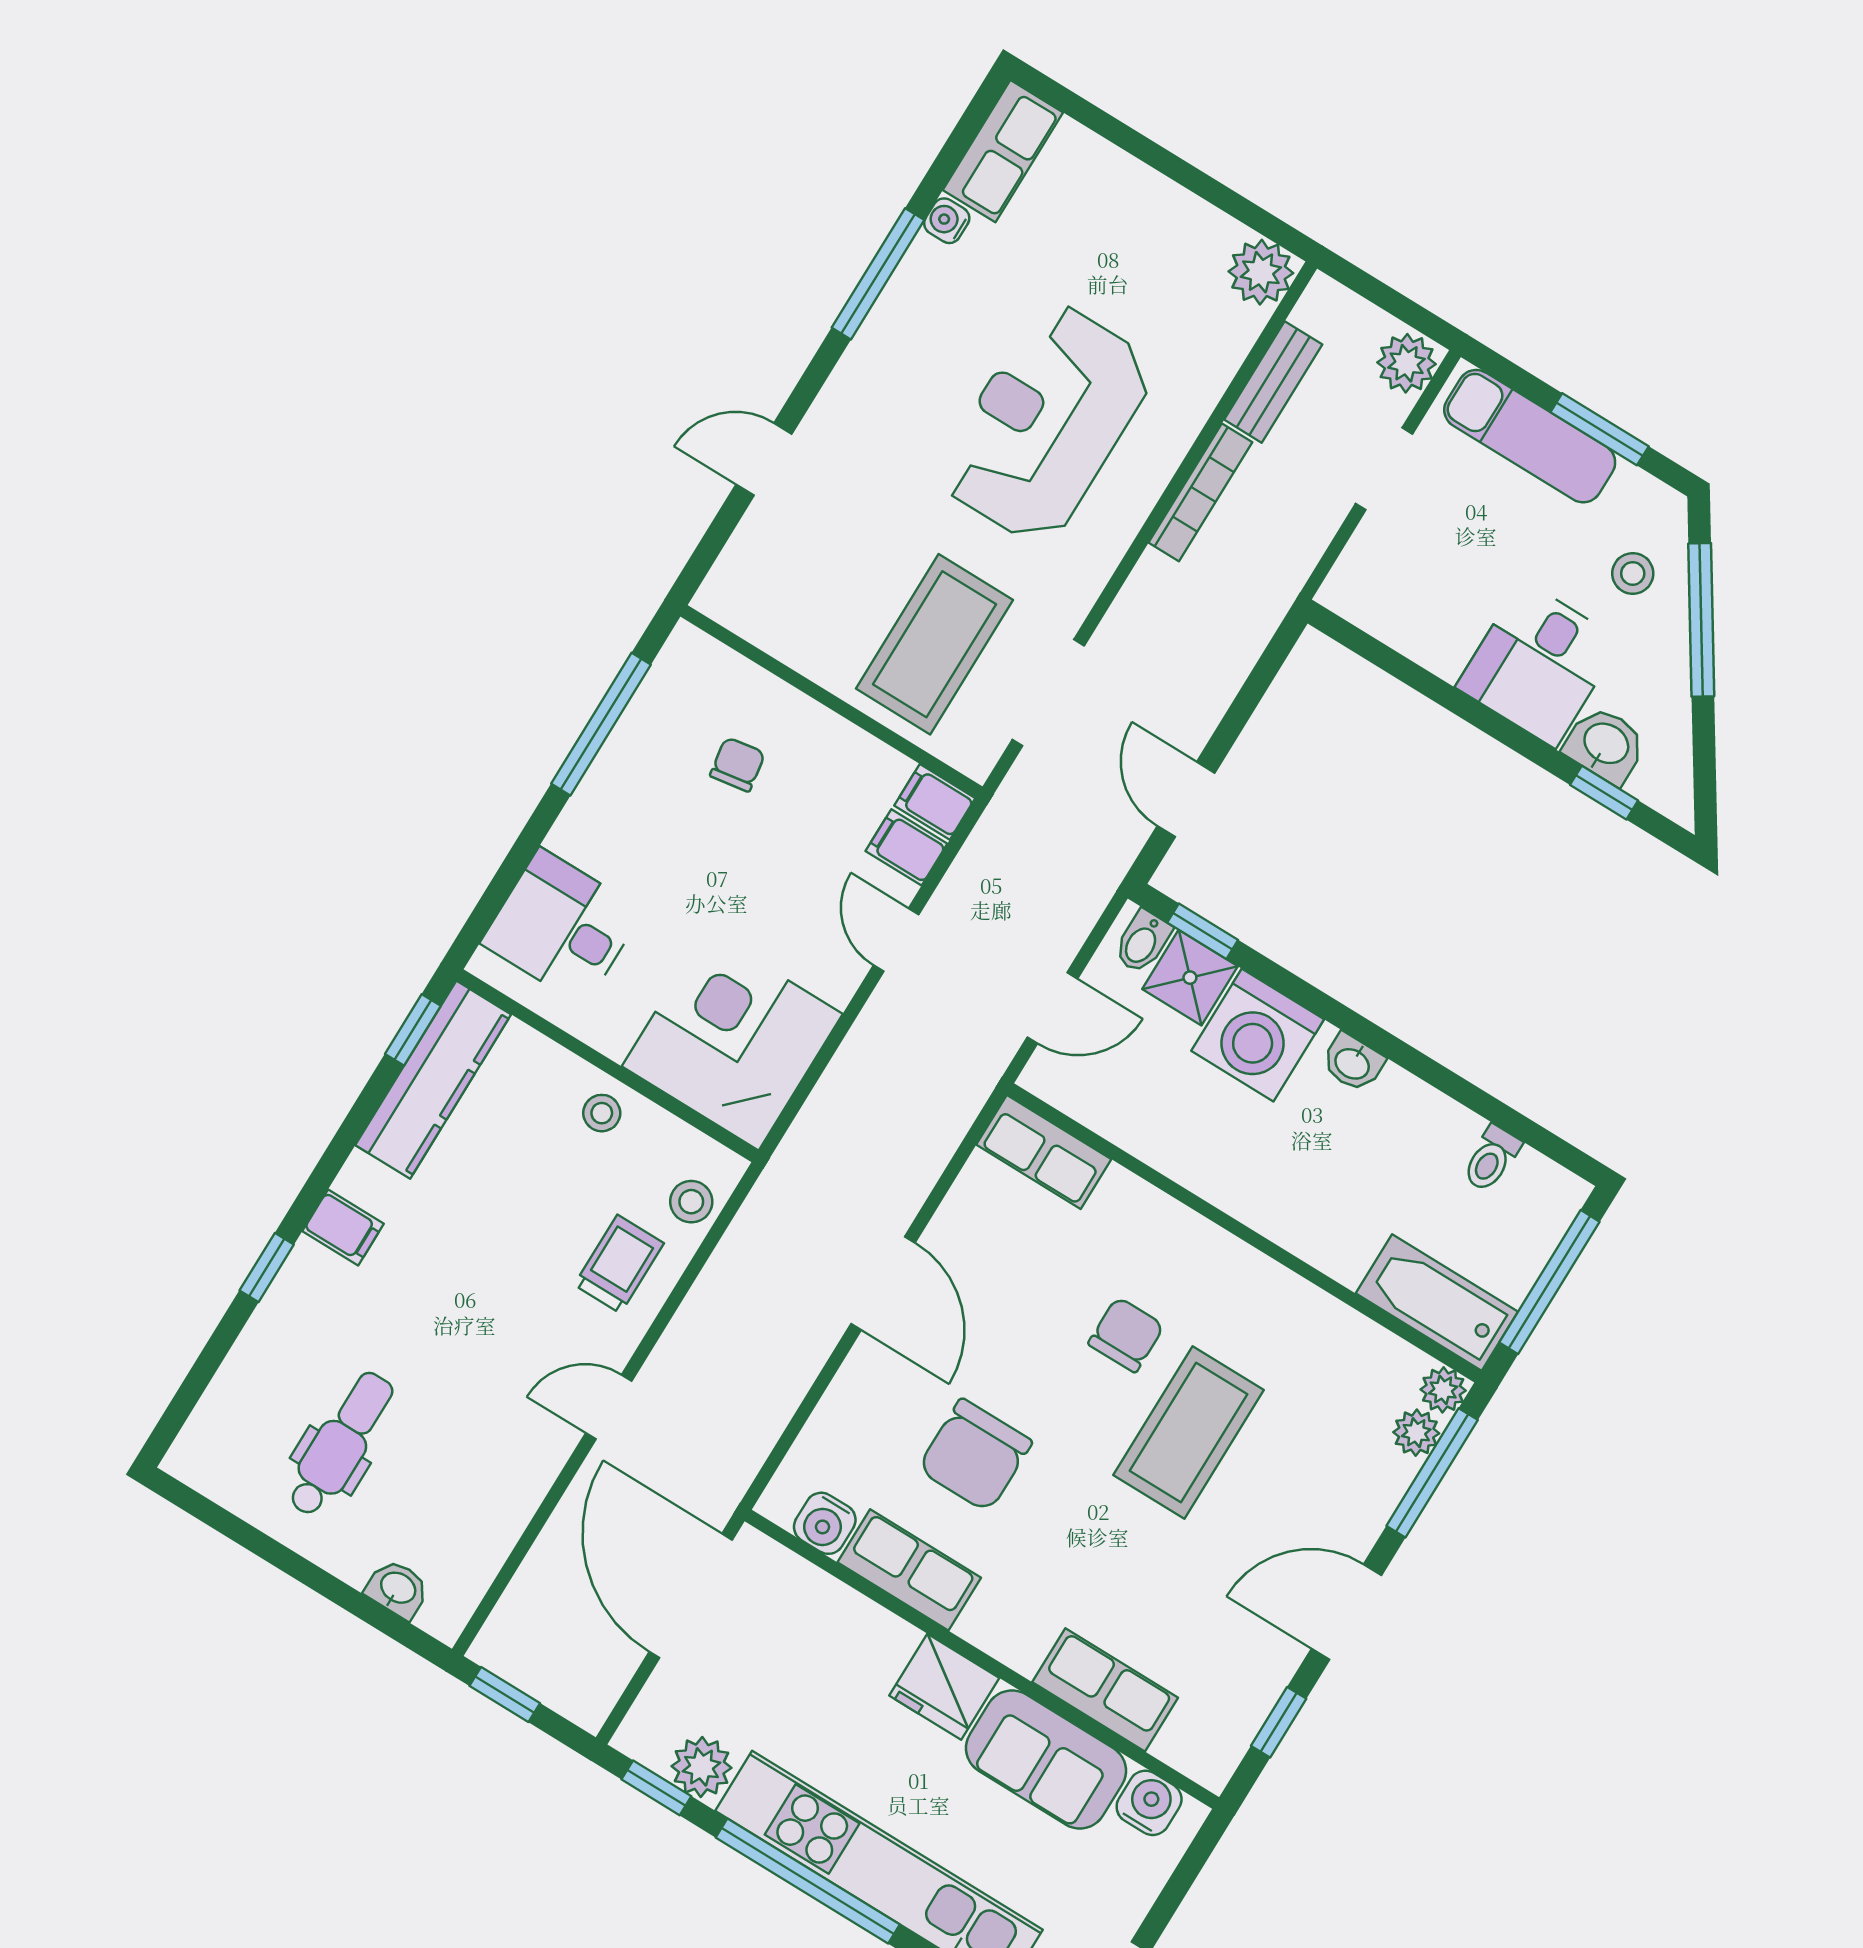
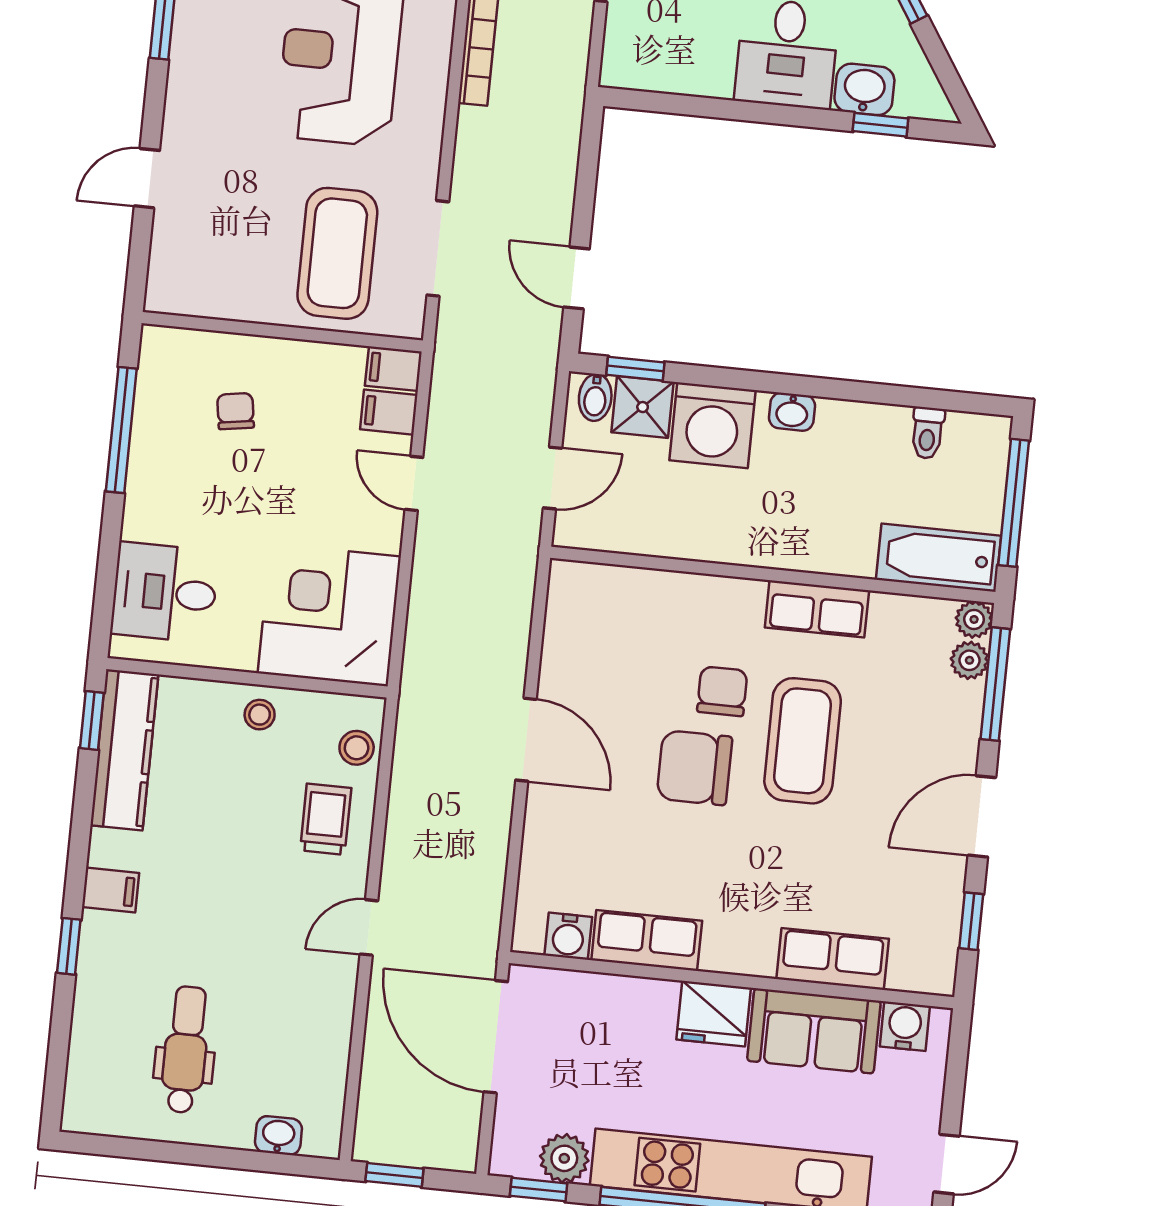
row of seats: (1044, 1152) -> (817, 609), moved
chair: (975, 1455) -> (694, 768), moved, turned 90

